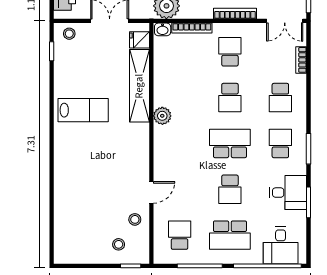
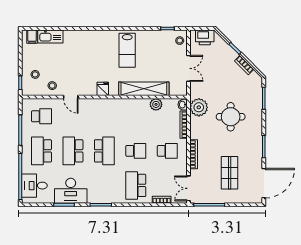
fridge: (140, 40) -> (103, 89), moved
school desk: (230, 98) -> (136, 151), turned 180
school desk: (280, 98) -> (136, 185), width x1.85
plant: (162, 116) -> (156, 104), moved
school desk: (280, 143) -> (104, 185), removed
school desk: (230, 189) -> (73, 151), width x1.85
desk: (288, 193) -> (71, 191), width x1.37
kitchen sink: (63, 222) -> (50, 37), added
filing cabinet: (63, 249) -> (32, 37), added

